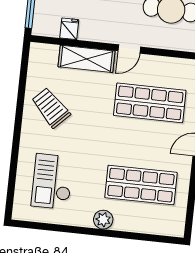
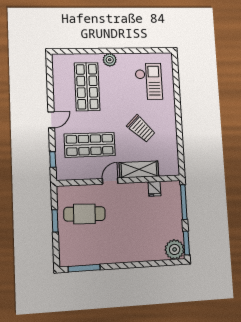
trolley: (51, 108) -> (141, 129), moved
shop shelf: (141, 185) -> (87, 87), turned 90

